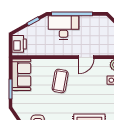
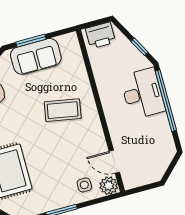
door: (86, 57) -> (114, 162), moved
sofa: (21, 75) -> (36, 56), moved

